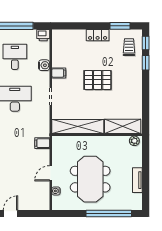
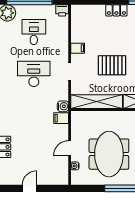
water cooler: (44, 65) -> (63, 106), moved
pallet: (98, 80) -> (112, 65), moved

